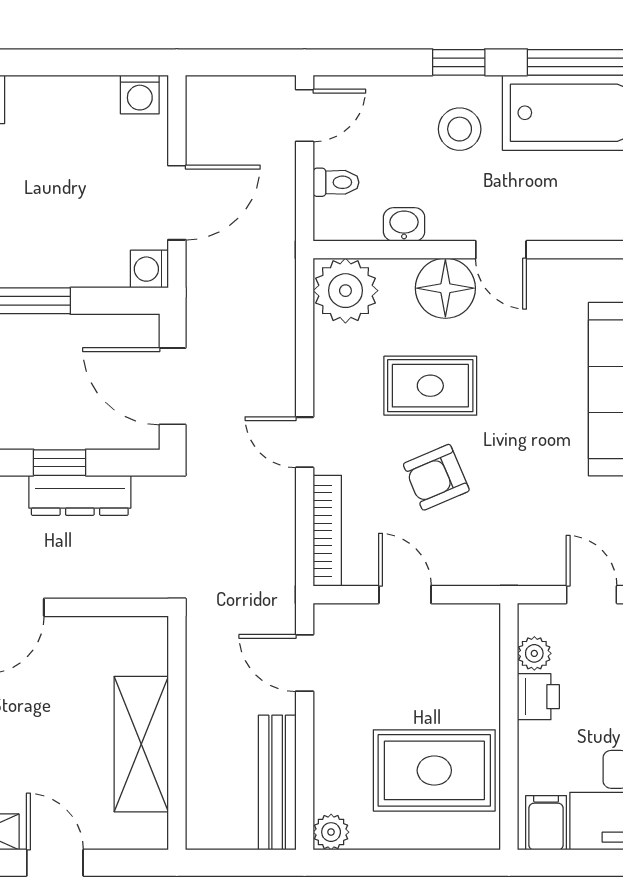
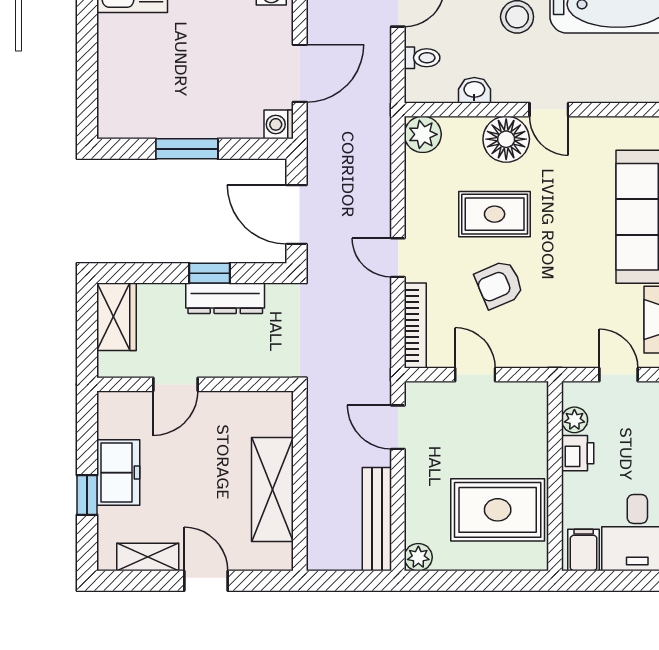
plant: (345, 291) -> (423, 134), width x0.73, depth x0.73

